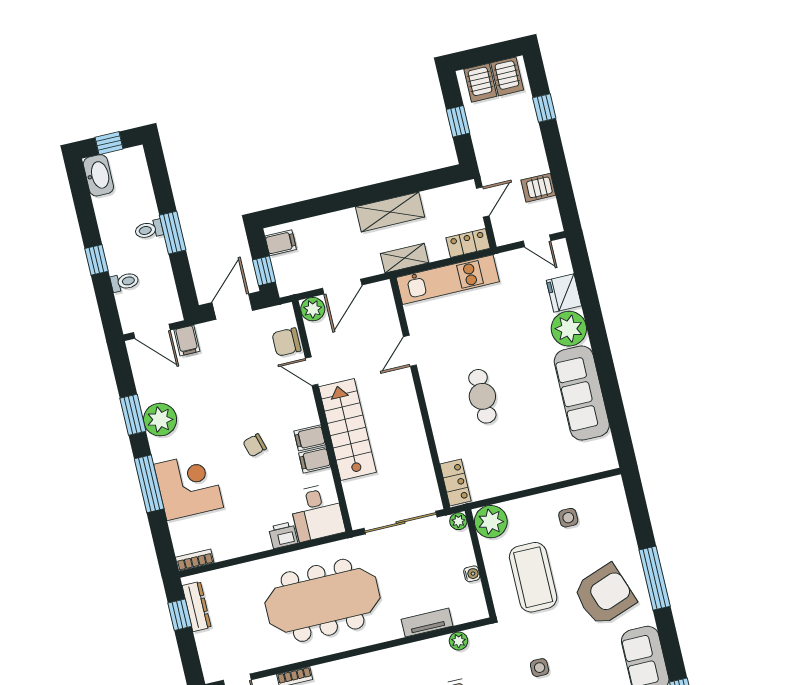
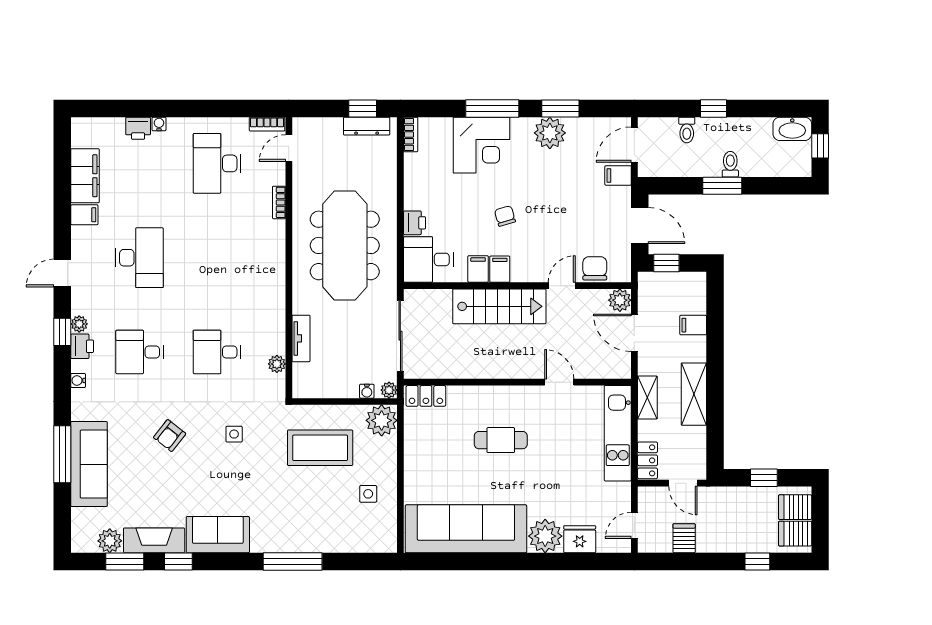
filing cabinet: (281, 243) -> (693, 325), moved, turned 90
sofa: (582, 393) -> (466, 529), width x1.36, depth x1.27
water cooler: (472, 574) -> (367, 391), moved
armchair: (604, 595) -> (288, 511), removed

